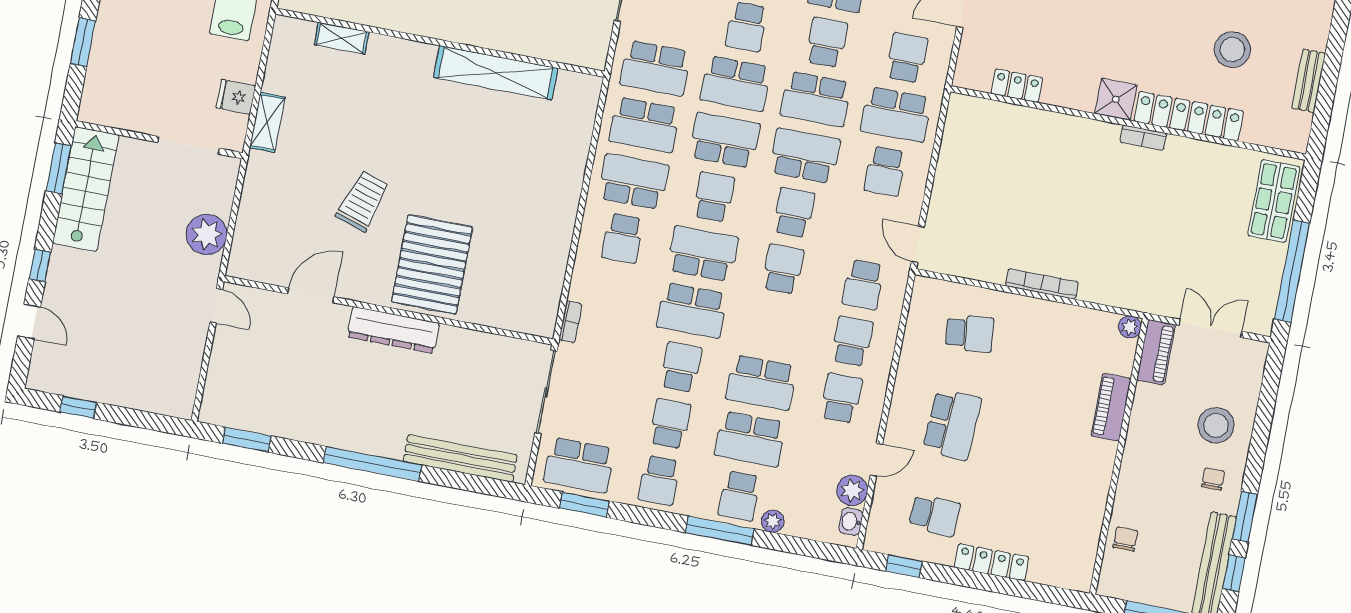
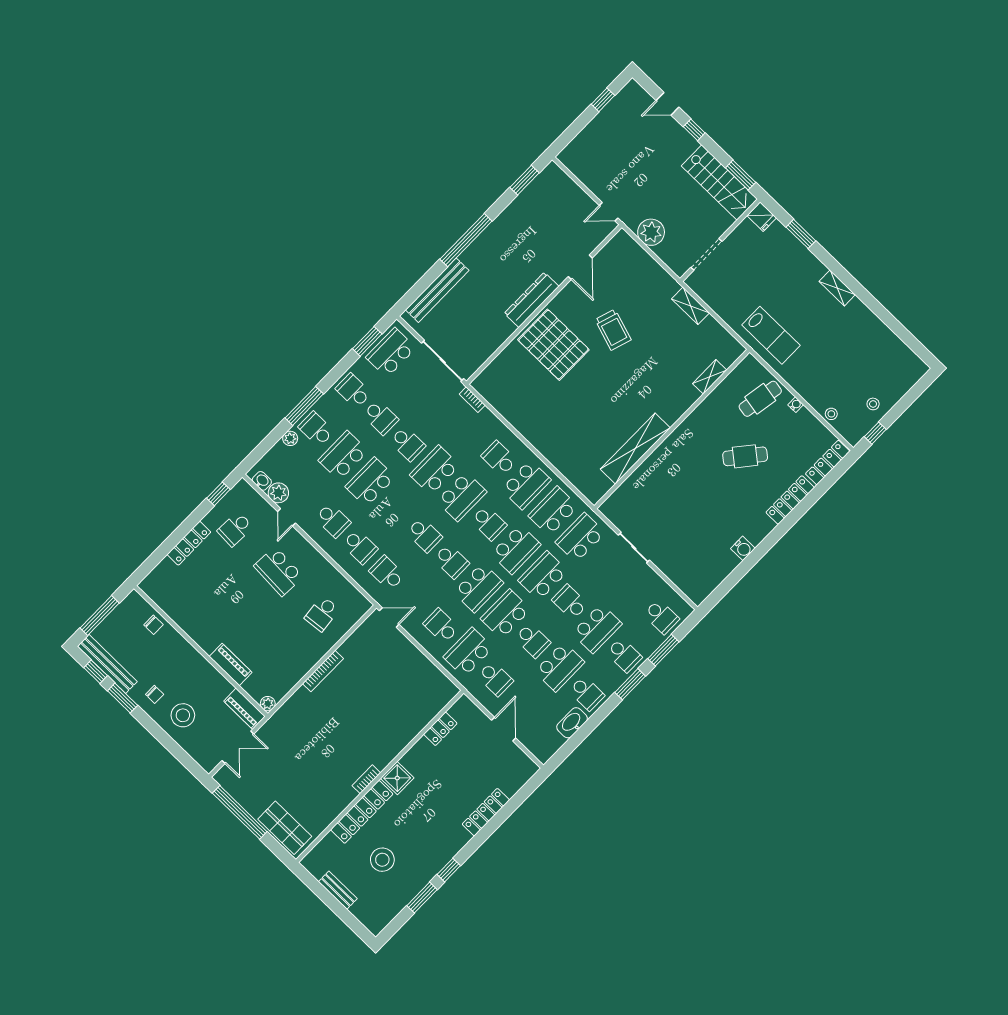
fridge: (236, 97) -> (762, 217), moved, turned 90

